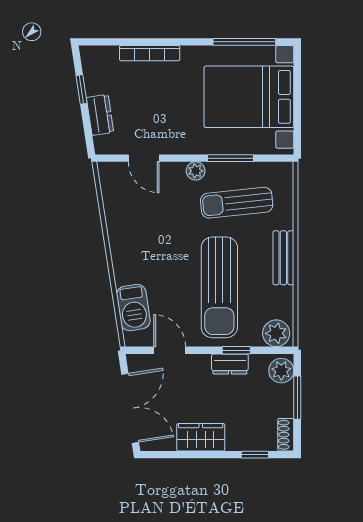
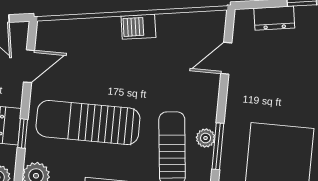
plant: (196, 171) -> (206, 138), moved
barbecue: (133, 308) -> (138, 27), moved, width x0.73, depth x0.79

